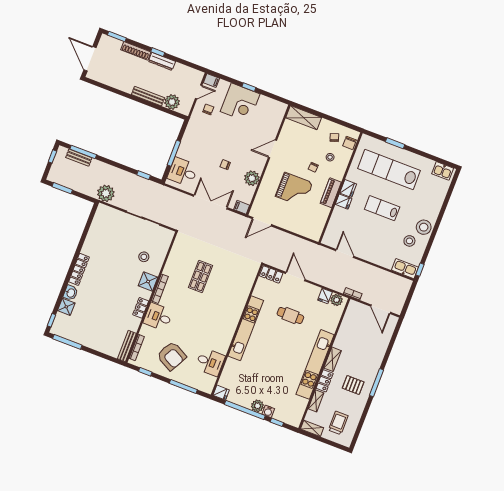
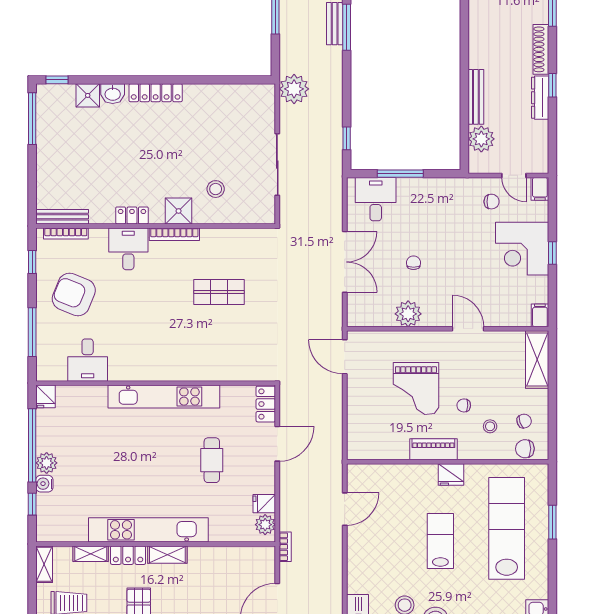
fridge: (344, 202) -> (427, 475), removed
filing cabinet: (242, 207) -> (540, 315), moved
armchair: (172, 356) -> (74, 294), turned 84

